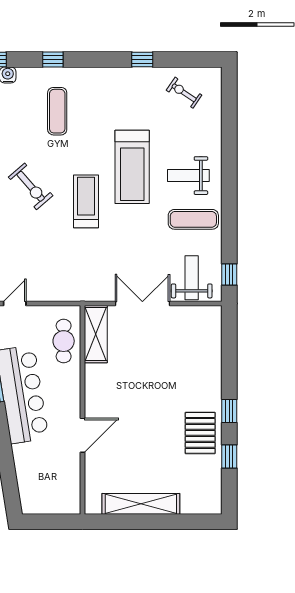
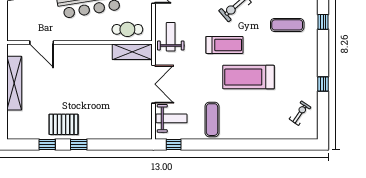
weight bench: (188, 176) -> (171, 37), moved
door: (82, 435) -> (42, 42), moved

